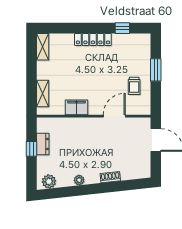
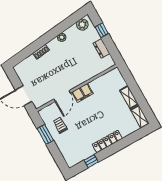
window: (156, 70) -> (45, 134), moved
shelving: (43, 93) -> (129, 97), moved
filing cabinet: (76, 107) -> (82, 93), moved
window: (31, 149) -> (102, 30), moved

